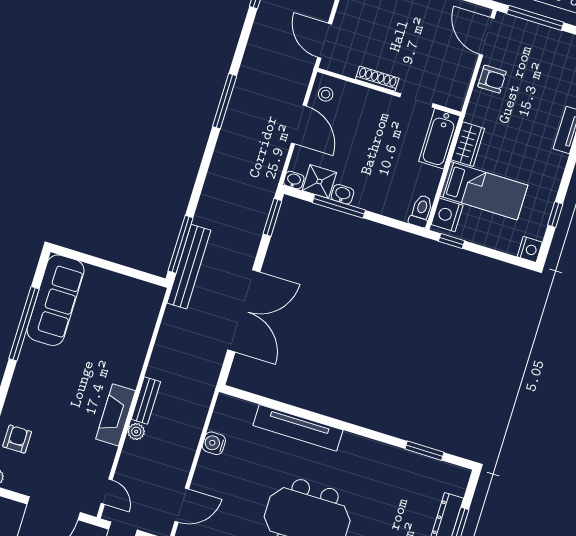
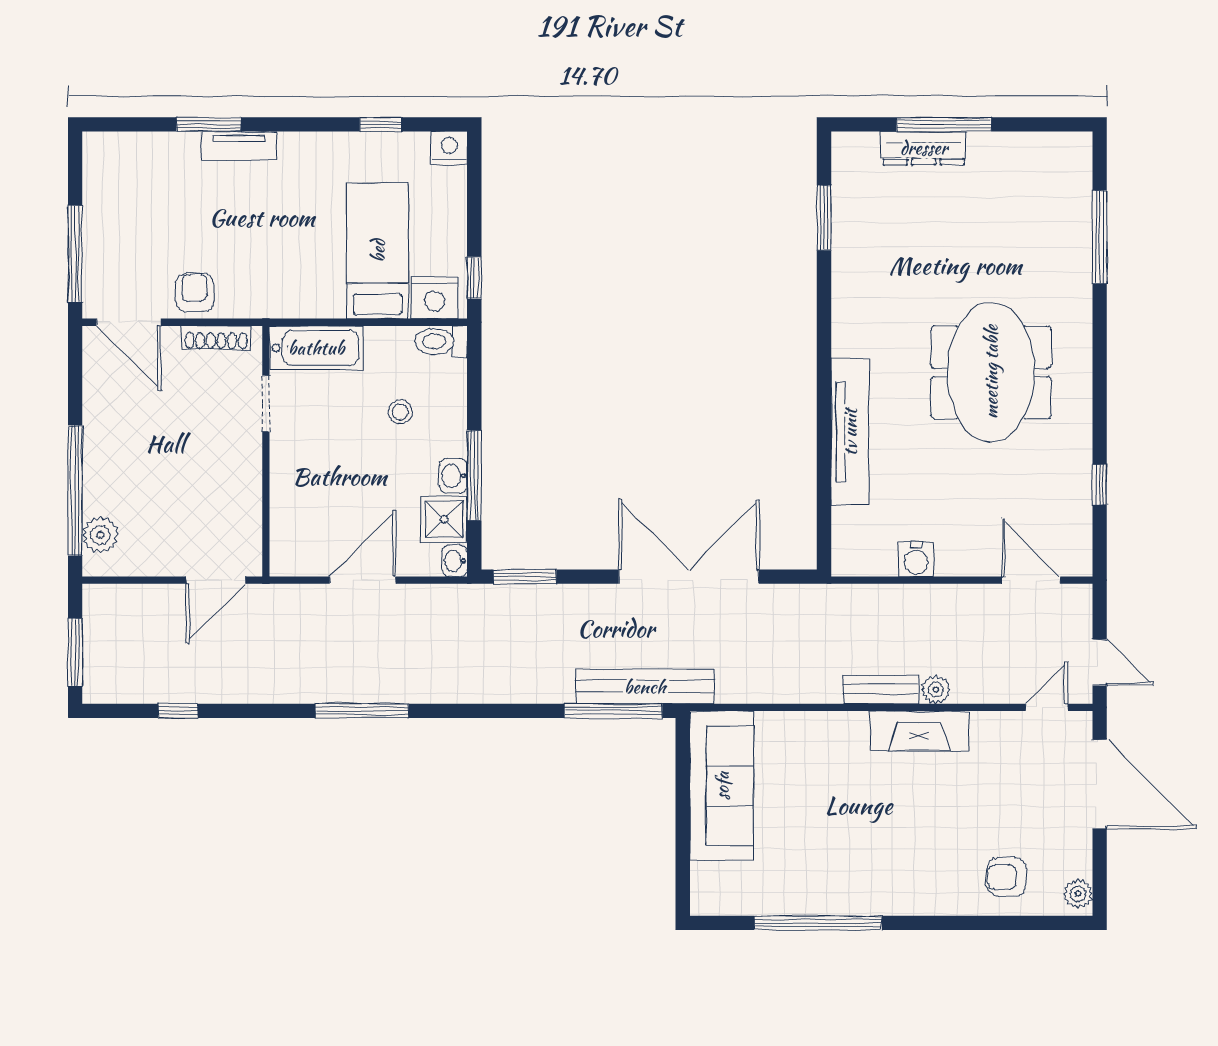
door: (487, 36) -> (129, 322), hinge flipped
shoe rack: (377, 79) -> (216, 338), moved, turned -90
stool: (326, 94) -> (400, 412), moved
wardrobe: (468, 144) -> (311, 299), removed
sofa: (56, 300) -> (722, 786), moved, turned 90

